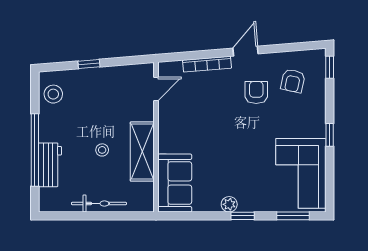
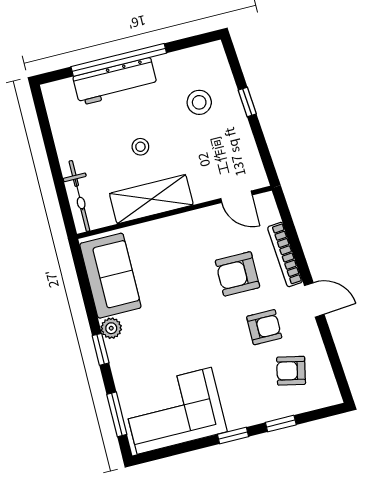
window: (330, 67) -> (281, 424), moved
stool: (53, 94) -> (199, 102), moved
armchair: (212, 102) -> (237, 274), added
workbench: (50, 165) -> (115, 81), width x1.38
sofa: (175, 183) -> (110, 276), moved, turned -90
bicycle: (99, 203) -> (79, 196), moved

